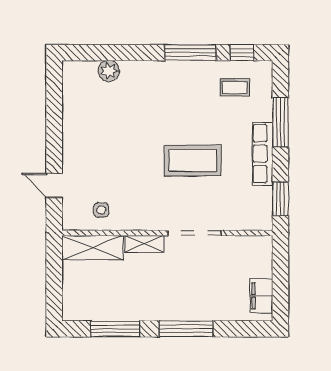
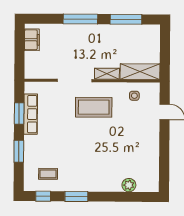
window: (190, 53) -> (76, 196), width x0.69
window: (280, 122) -> (19, 151), width x0.69
row of seats: (263, 154) -> (31, 114), moved
coffee table: (193, 160) -> (94, 107), moved
window: (280, 199) -> (19, 113), moved

